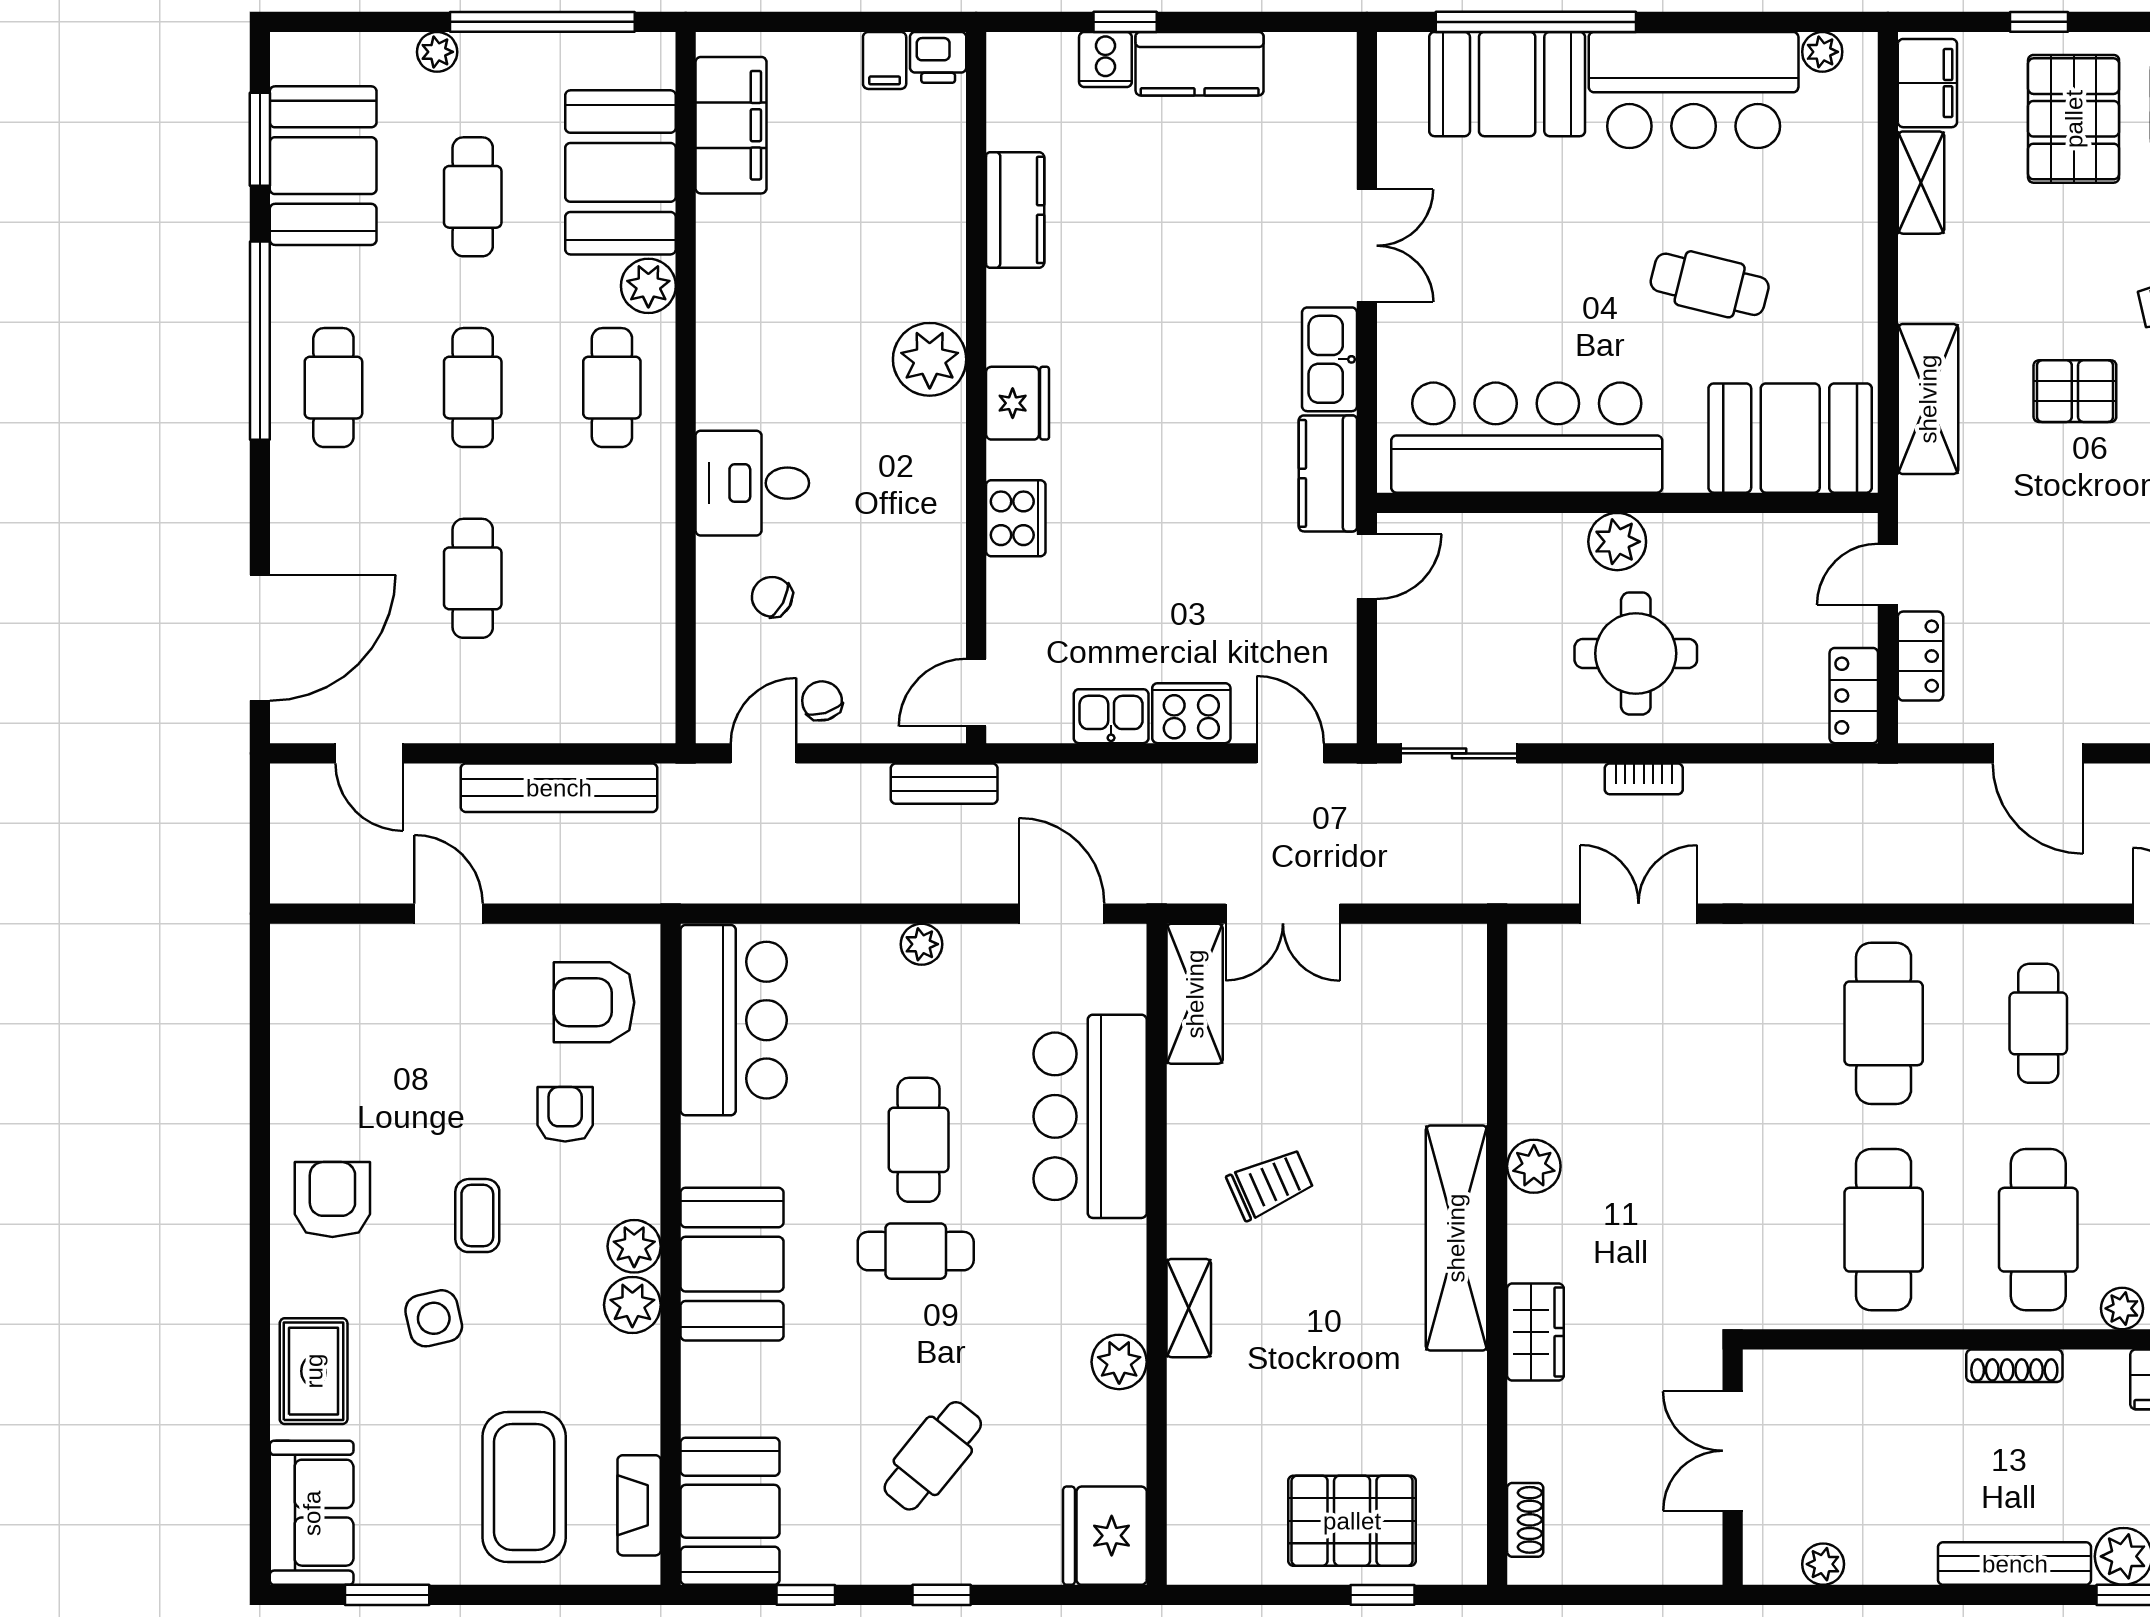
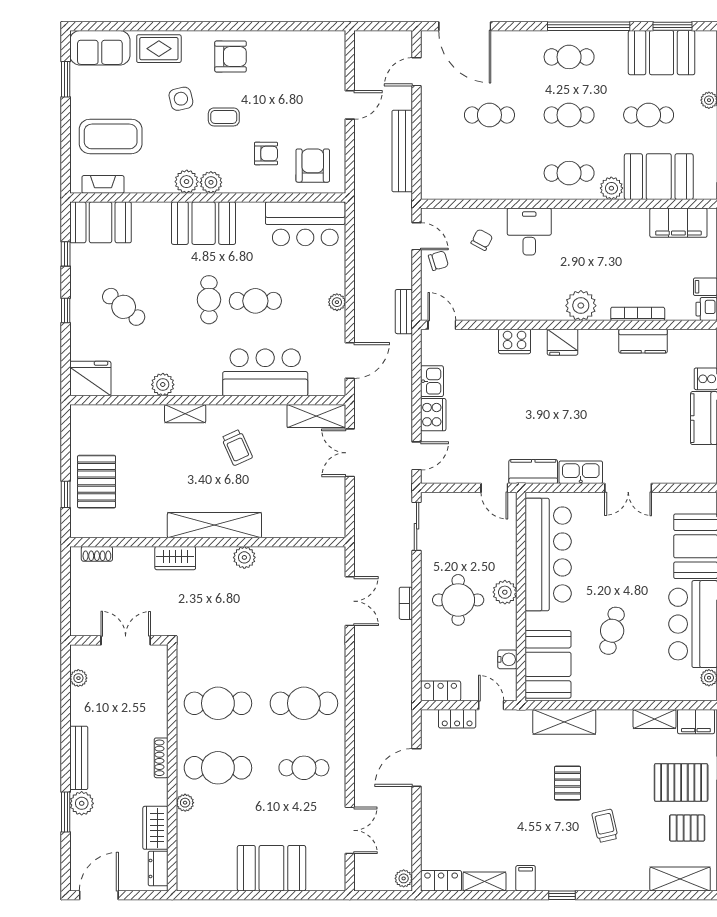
bookcase: (950, 223) -> (638, 314), added
water cooler: (1778, 535) -> (507, 659), added

